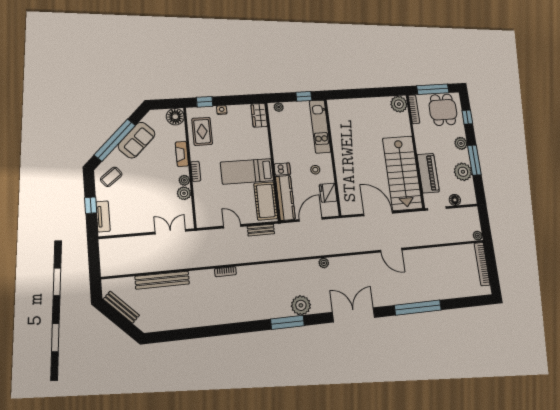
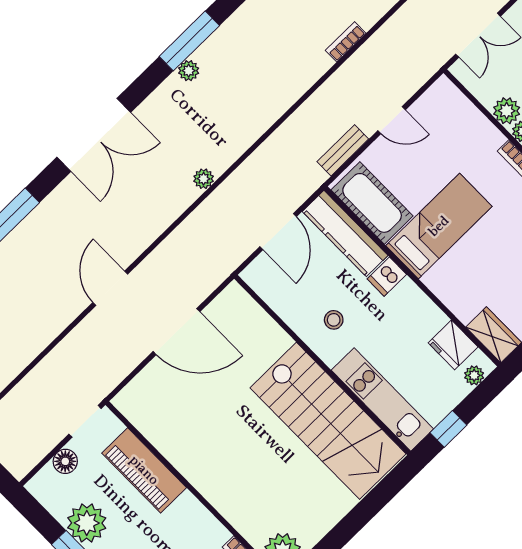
stairs: (403, 173) -> (328, 421), moved, turned 180
fridge: (328, 193) -> (453, 345), moved, turned 180
door: (391, 250) -> (110, 288), hinge flipped
plant: (301, 305) -> (189, 71), width x0.53, depth x0.53

